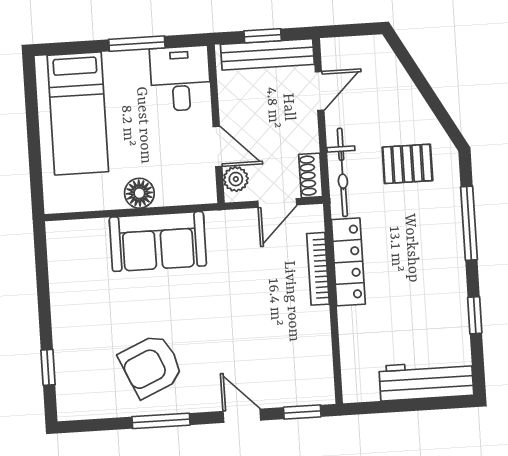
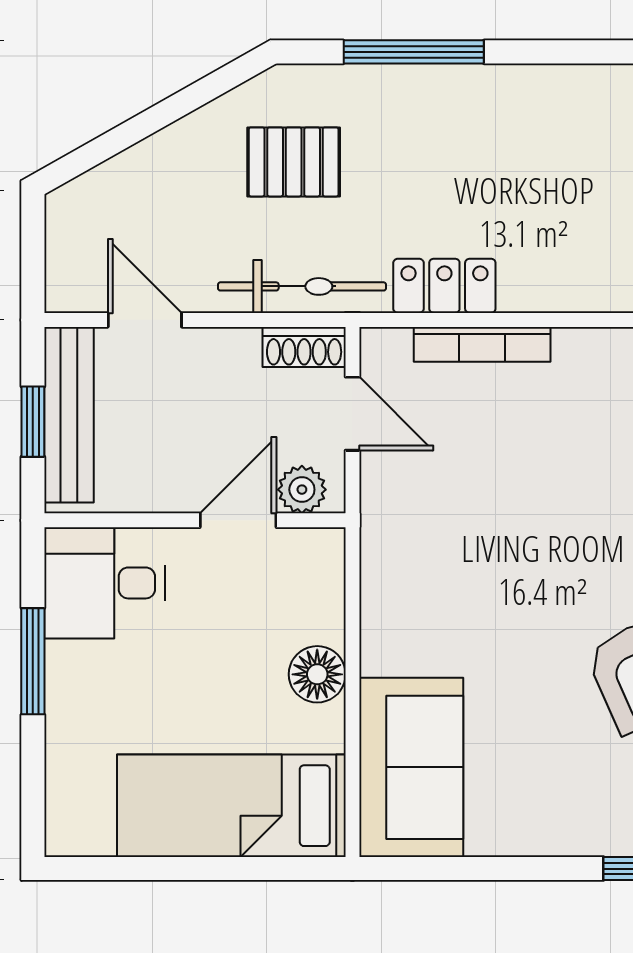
bed: (78, 113) -> (231, 806), moved, turned 180
pallet: (407, 164) -> (294, 162), turned 90
sofa: (158, 241) -> (411, 767), moved
locker: (348, 262) -> (444, 286), width x0.66
window: (475, 315) -> (589, 52), removed

